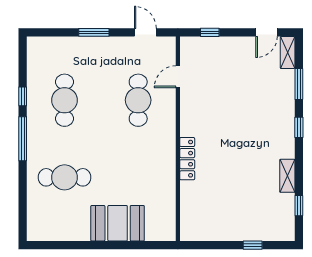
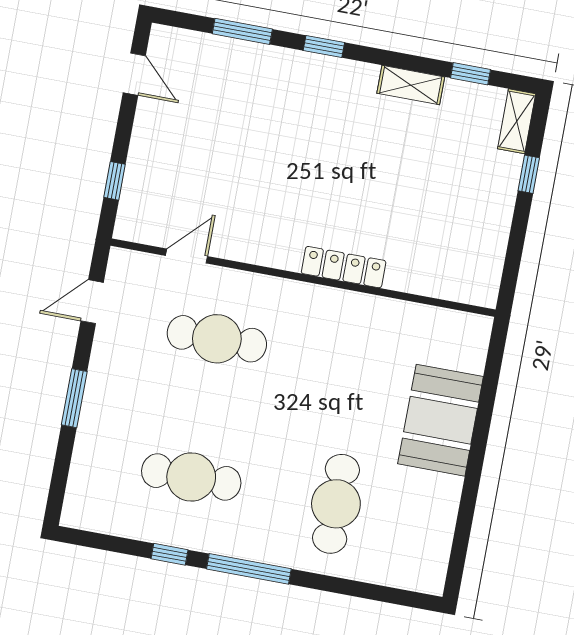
shelving: (288, 53) -> (517, 121), moved, turned 90
door: (178, 77) -> (187, 256), swing flipped

